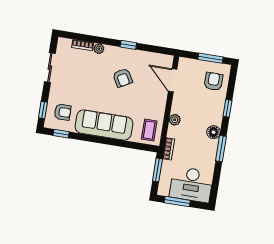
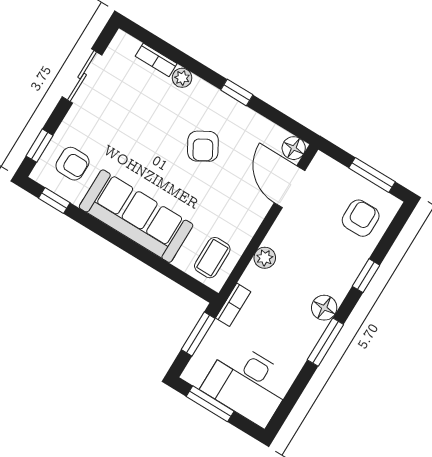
floor lamp: (167, 61) -> (294, 148), added

